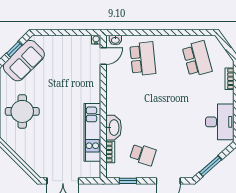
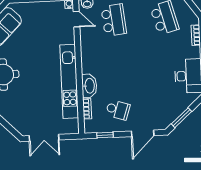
door: (103, 56) -> (76, 19), hinge flipped
kitchen unit: (92, 132) -> (69, 81), width x1.36

